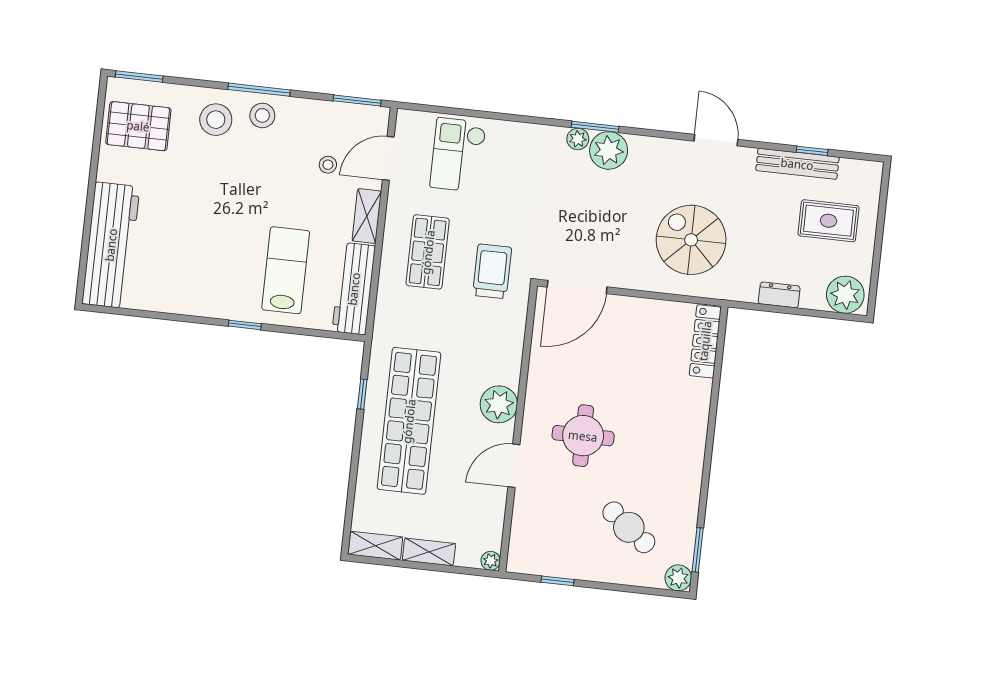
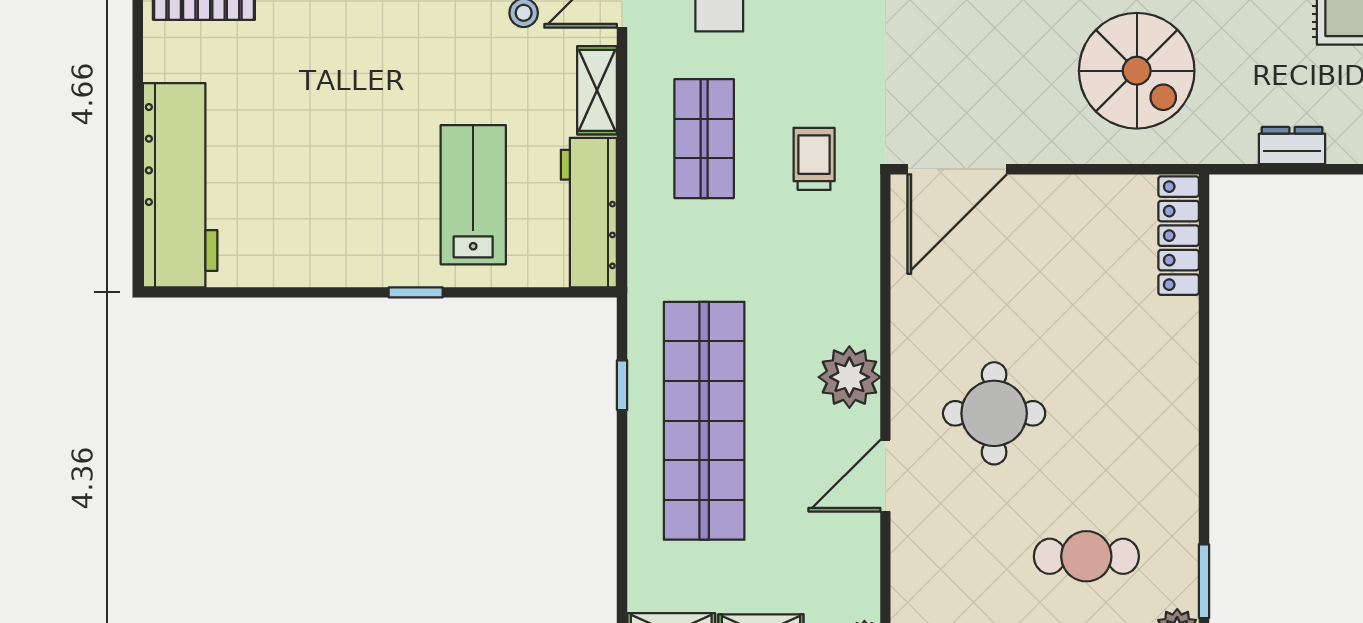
spiral stairs: (691, 240) -> (1137, 71), turned 180
trolley: (492, 271) -> (814, 159), width x0.73, depth x0.72
cafe table: (629, 527) -> (1086, 556), turned -38

